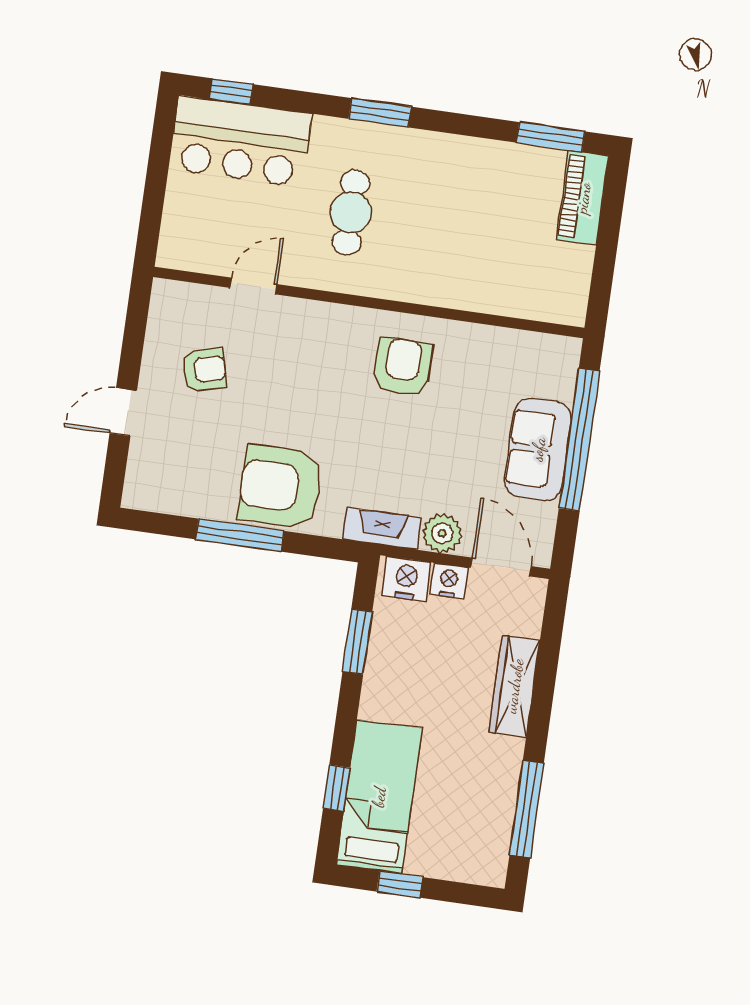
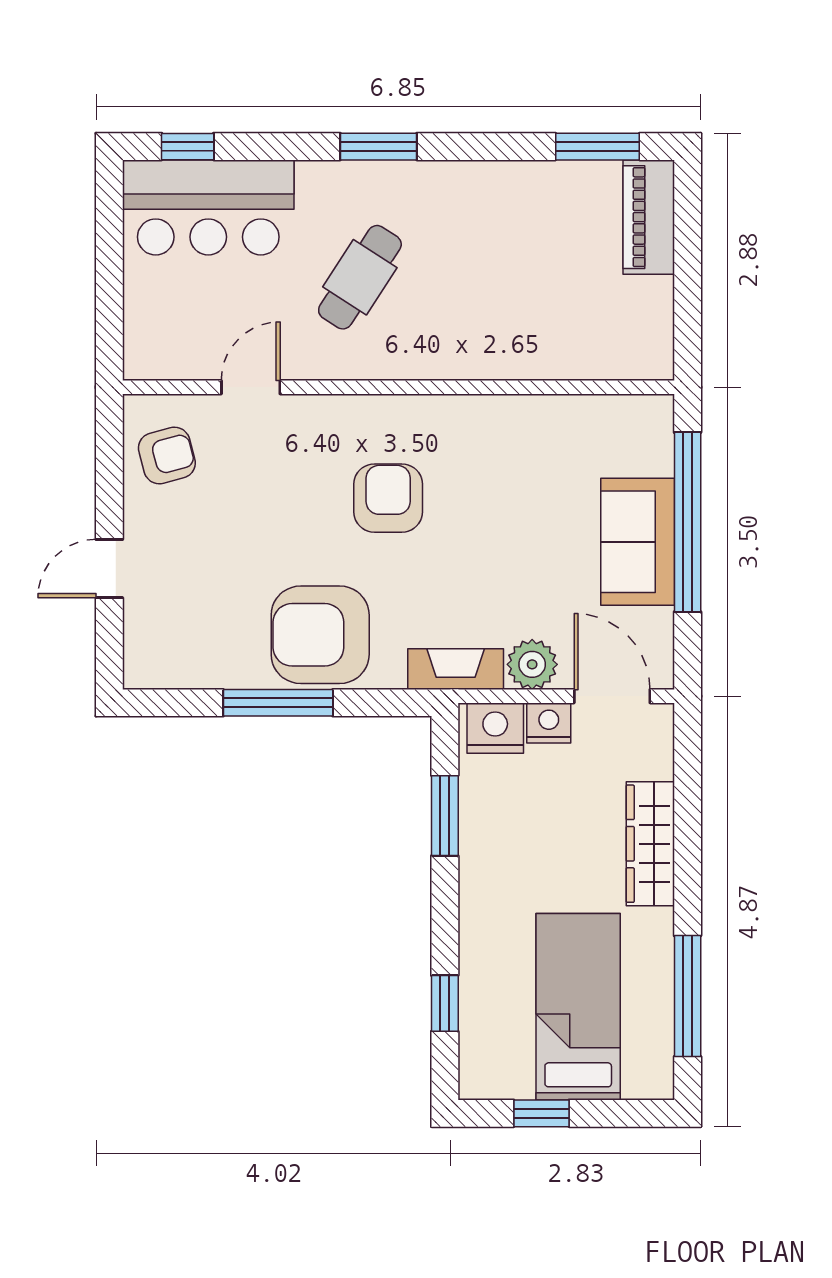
cafe table: (351, 213) -> (360, 277), turned 33
armchair: (403, 367) -> (388, 498), moved
armchair: (204, 370) -> (167, 456), moved
bed: (379, 797) -> (578, 1007), moved

